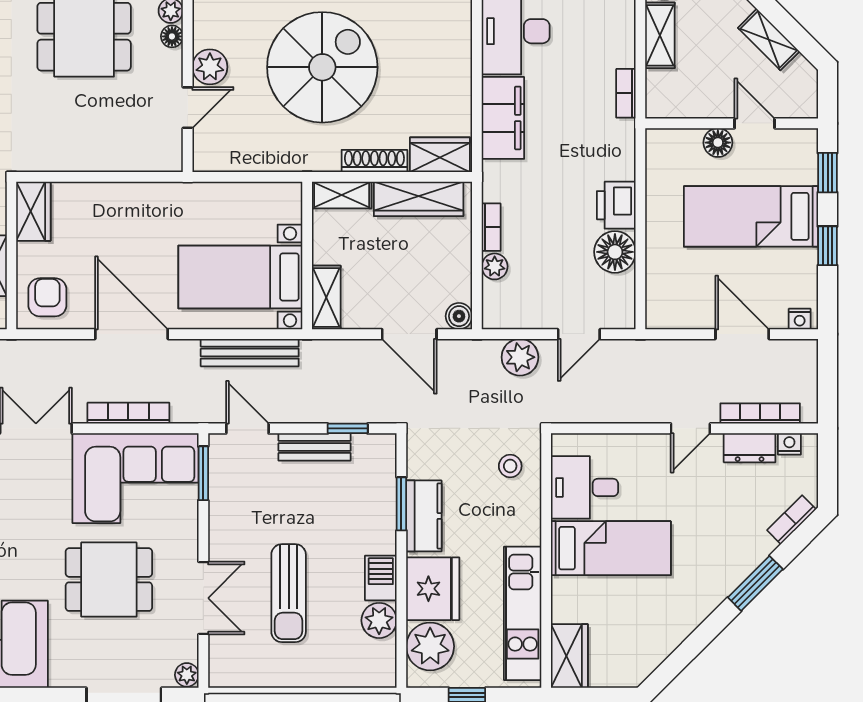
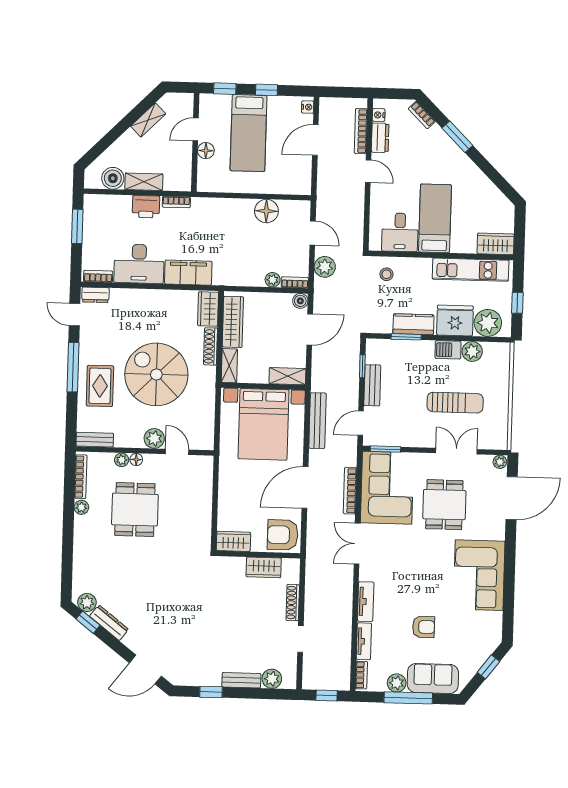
printer: (616, 205) -> (146, 207), moved
bookcase: (491, 227) -> (295, 282), moved
bed with nightstands: (240, 277) -> (264, 424), width x1.36
armchair: (47, 297) -> (283, 535), width x1.38, depth x1.38

